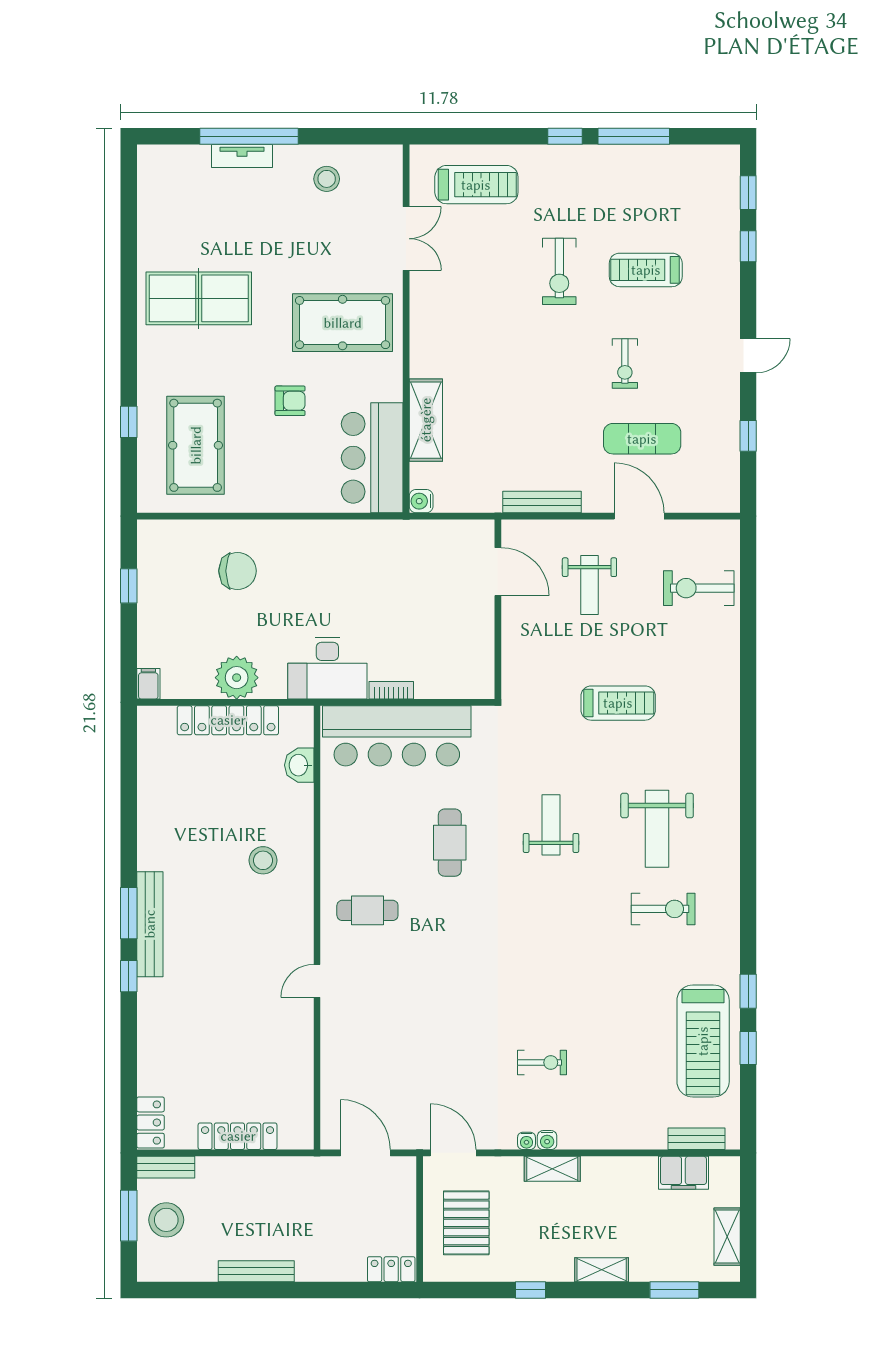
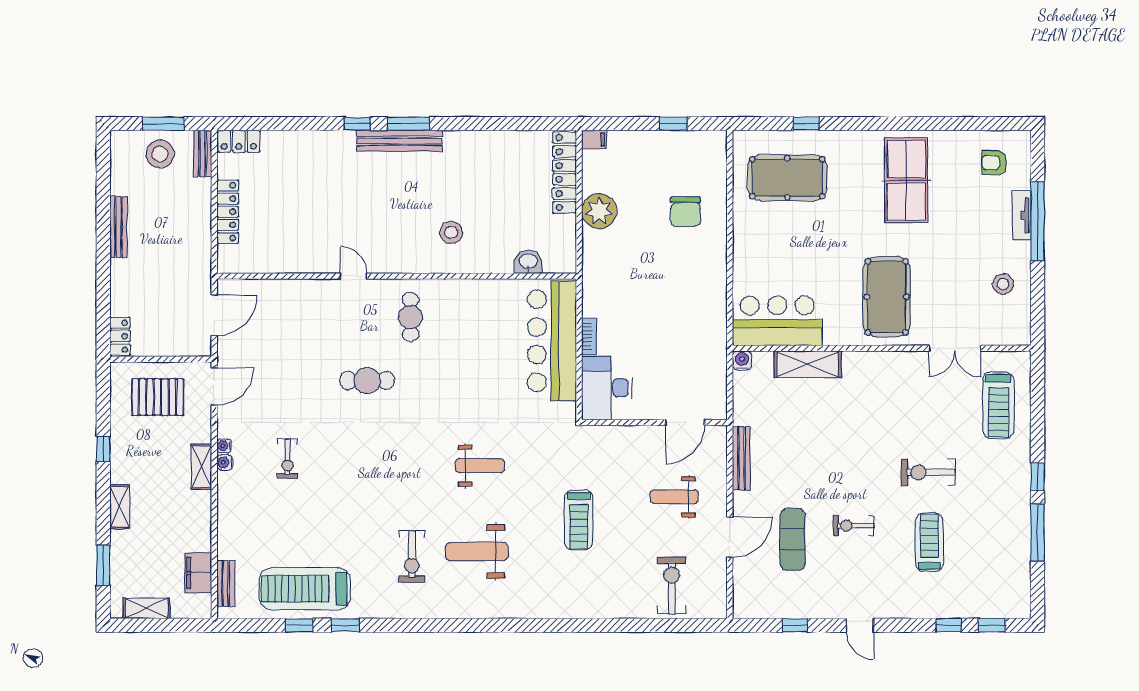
armchair: (290, 401) -> (994, 163), moved, turned 90
desk: (327, 668) -> (607, 388), moved
locker: (228, 720) -> (565, 173), moved
cafe table: (450, 843) -> (367, 380), moved

